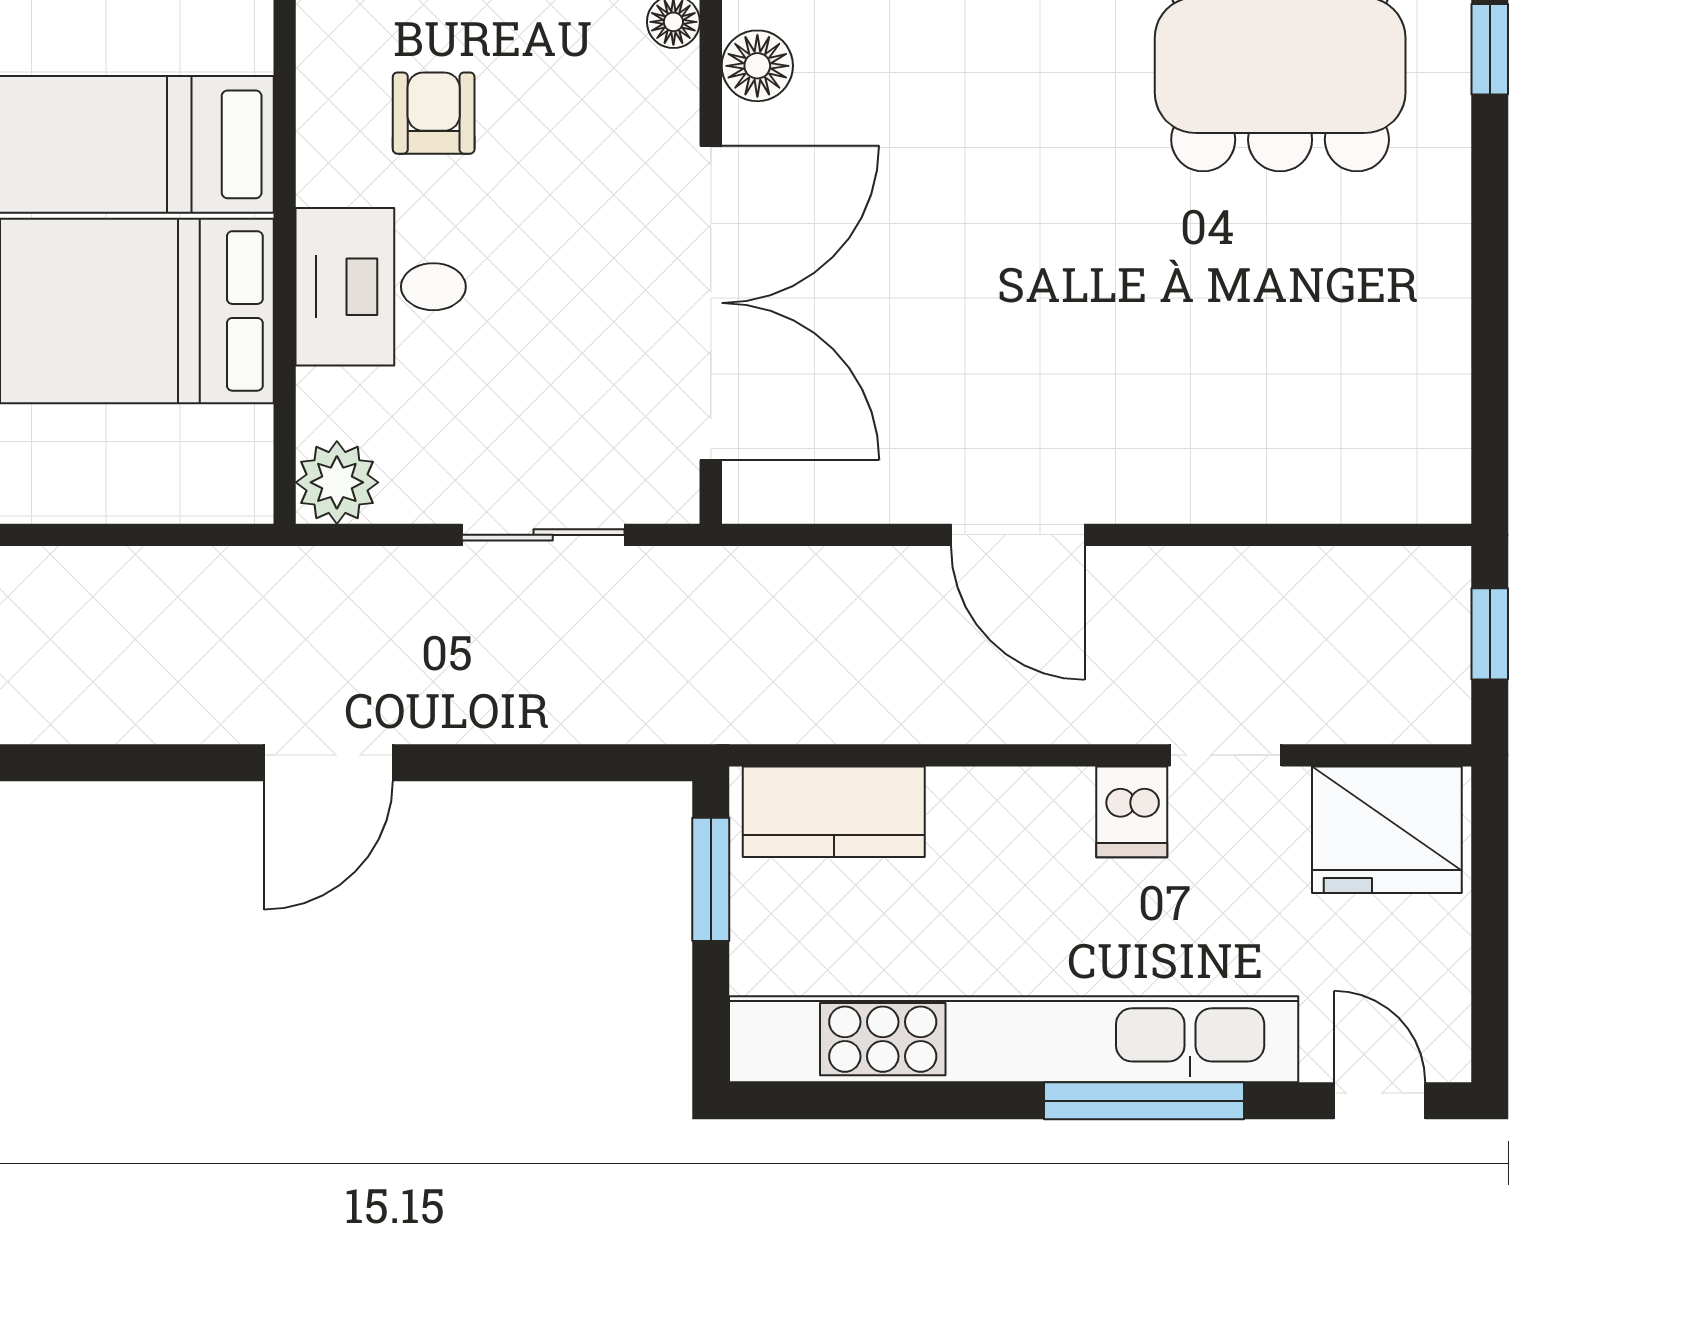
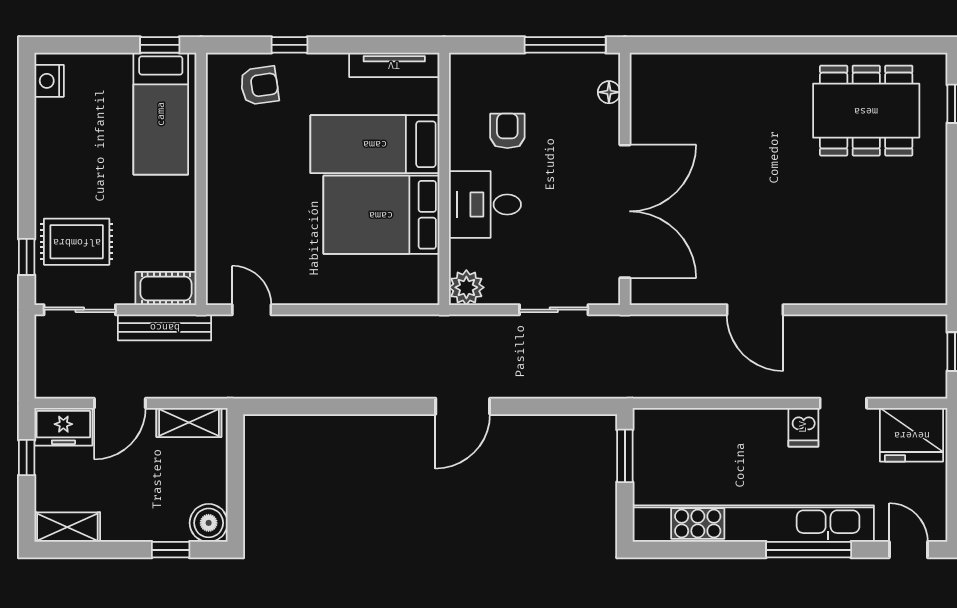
floor lamp: (757, 66) -> (645, 111), removed
kitchen counter: (834, 812) -> (677, 427), removed

